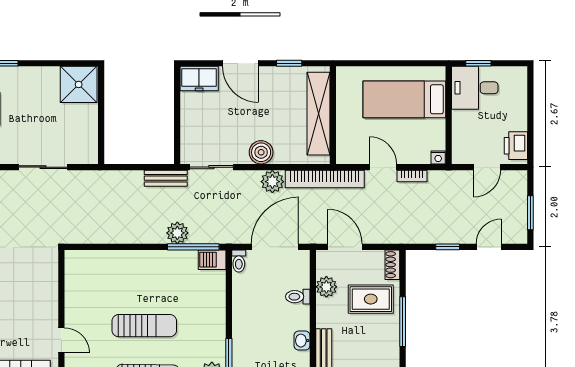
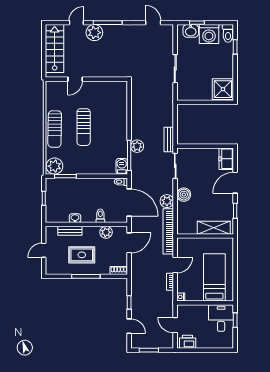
shelving: (318, 114) -> (214, 228), width x0.68
rug: (371, 299) -> (82, 255), moved, turned 90

